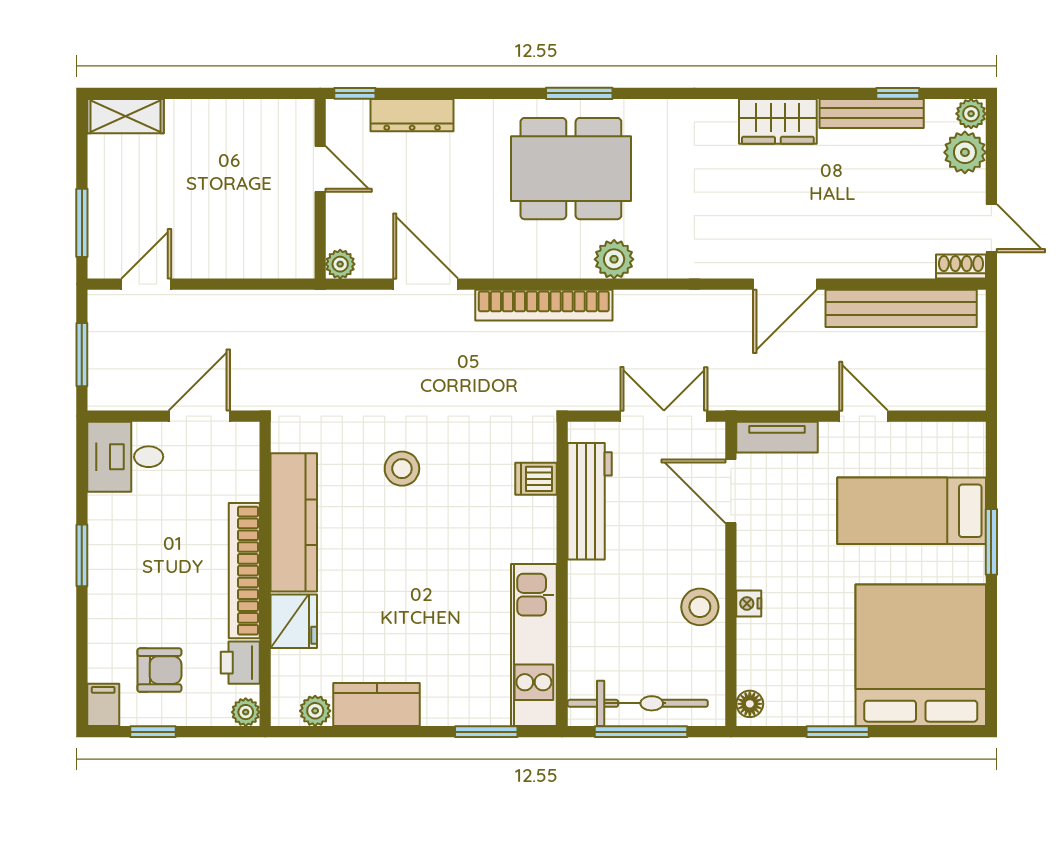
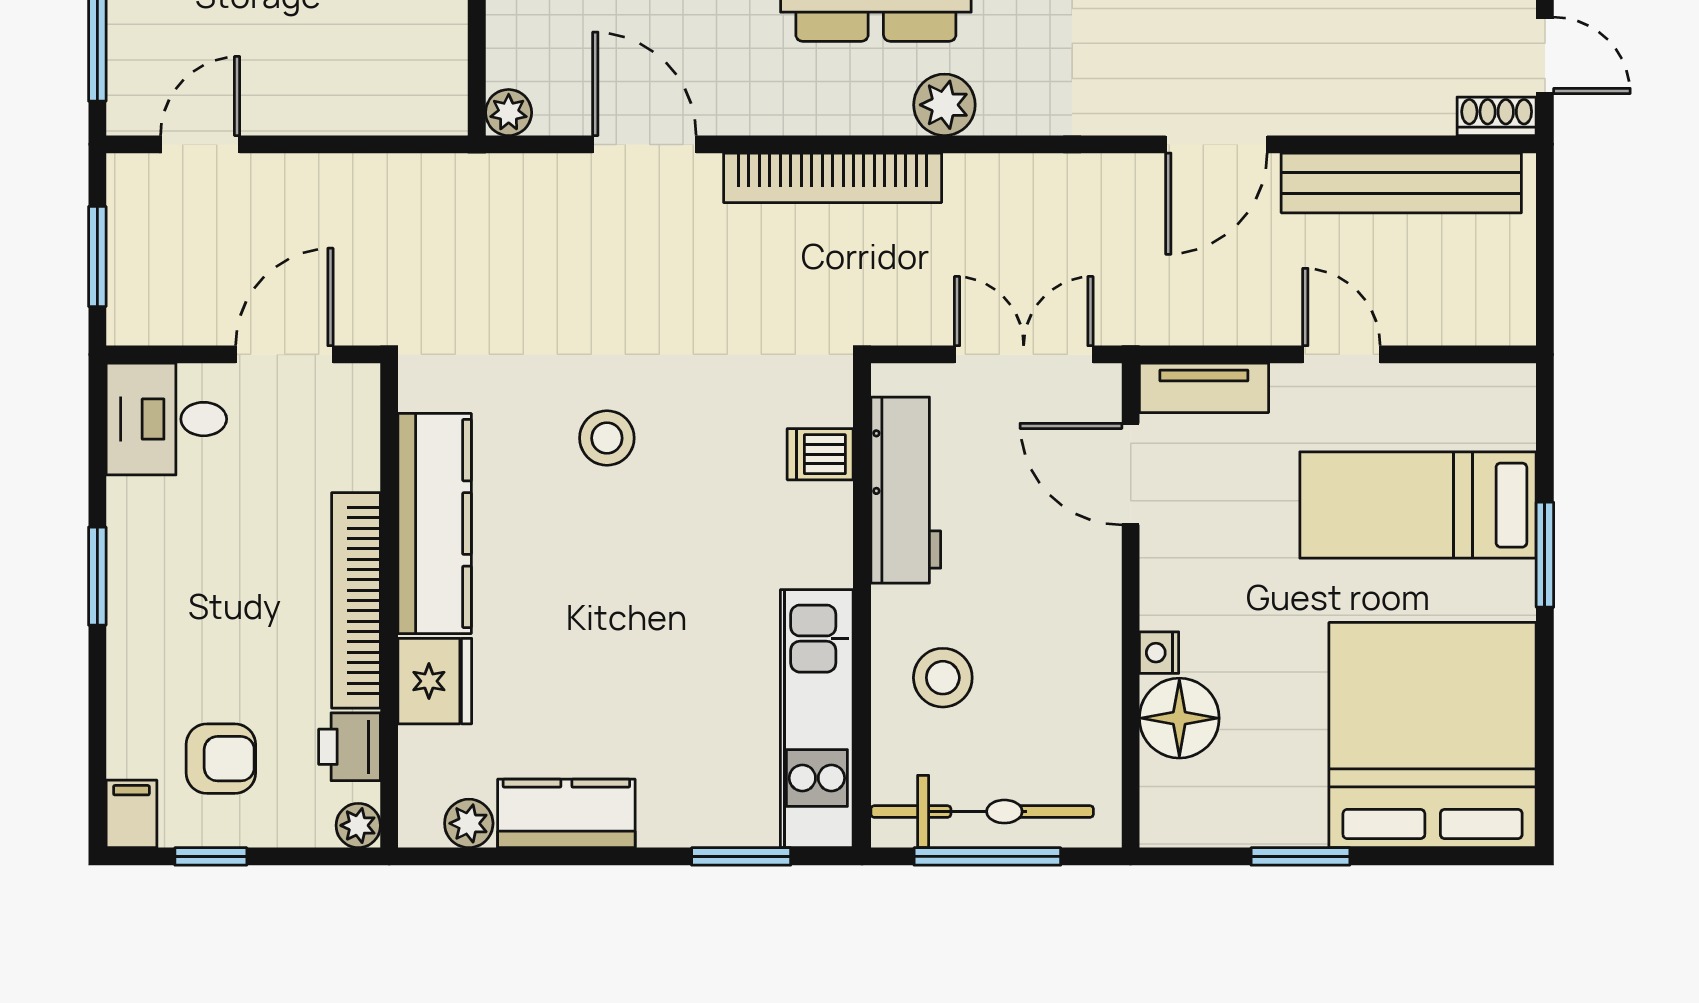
stool: (700, 607) -> (943, 678), moved
floor lamp: (750, 704) -> (1179, 718), moved, width x1.89, depth x1.89

